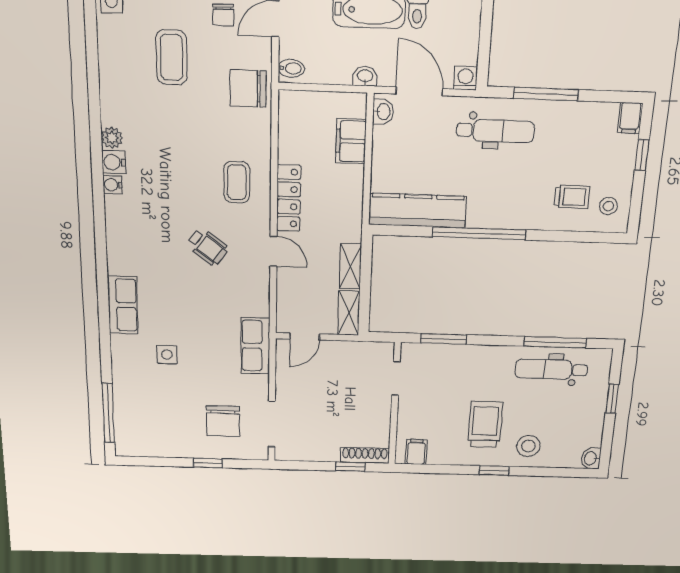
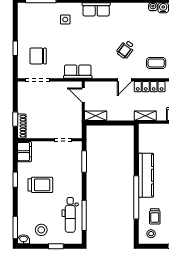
kitchen counter: (418, 210) -> (146, 175), moved
window: (479, 233) -> (136, 197), moved
shelving: (350, 266) -> (145, 116), moved
side table: (167, 355) -> (65, 20), moved
dental chair: (551, 369) -> (70, 215), turned 180
stool: (528, 446) -> (41, 230), moved
filing cabinet: (416, 452) -> (24, 152), width x2.00
window: (494, 471) -> (15, 180), moved
window: (566, 472) -> (15, 228), added

